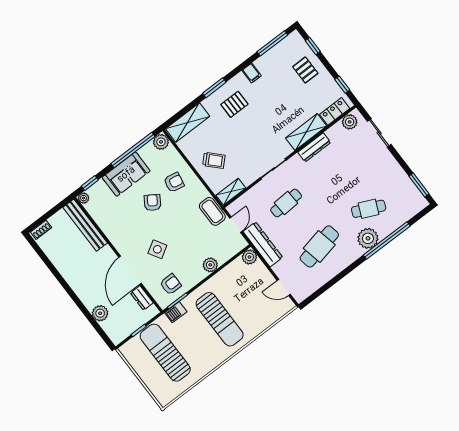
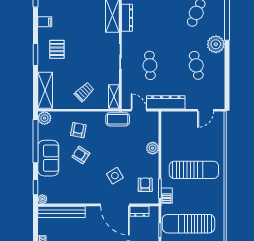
plant: (368, 238) -> (216, 44), moved
cafe table: (319, 246) -> (196, 65), width x0.73, depth x0.74
plant: (249, 257) -> (167, 118), removed

